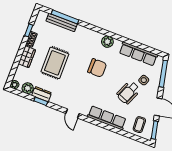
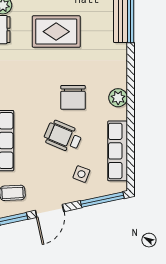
wheelchair: (128, 93) -> (63, 136), moved

